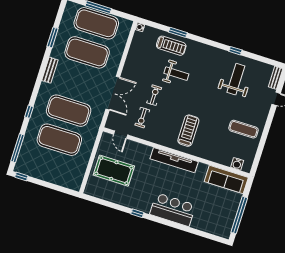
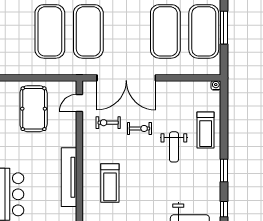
window: (178, 32) -> (224, 171), moved
double door: (113, 93) -> (126, 78), width x1.36
treadmill: (188, 131) -> (110, 183), turned 90

